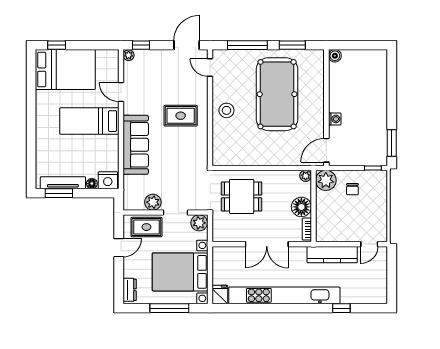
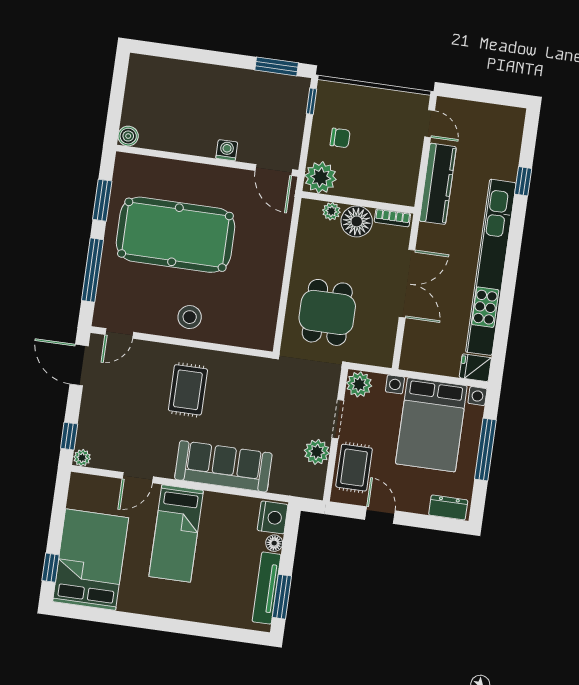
plant: (306, 176) -> (331, 211), moved

